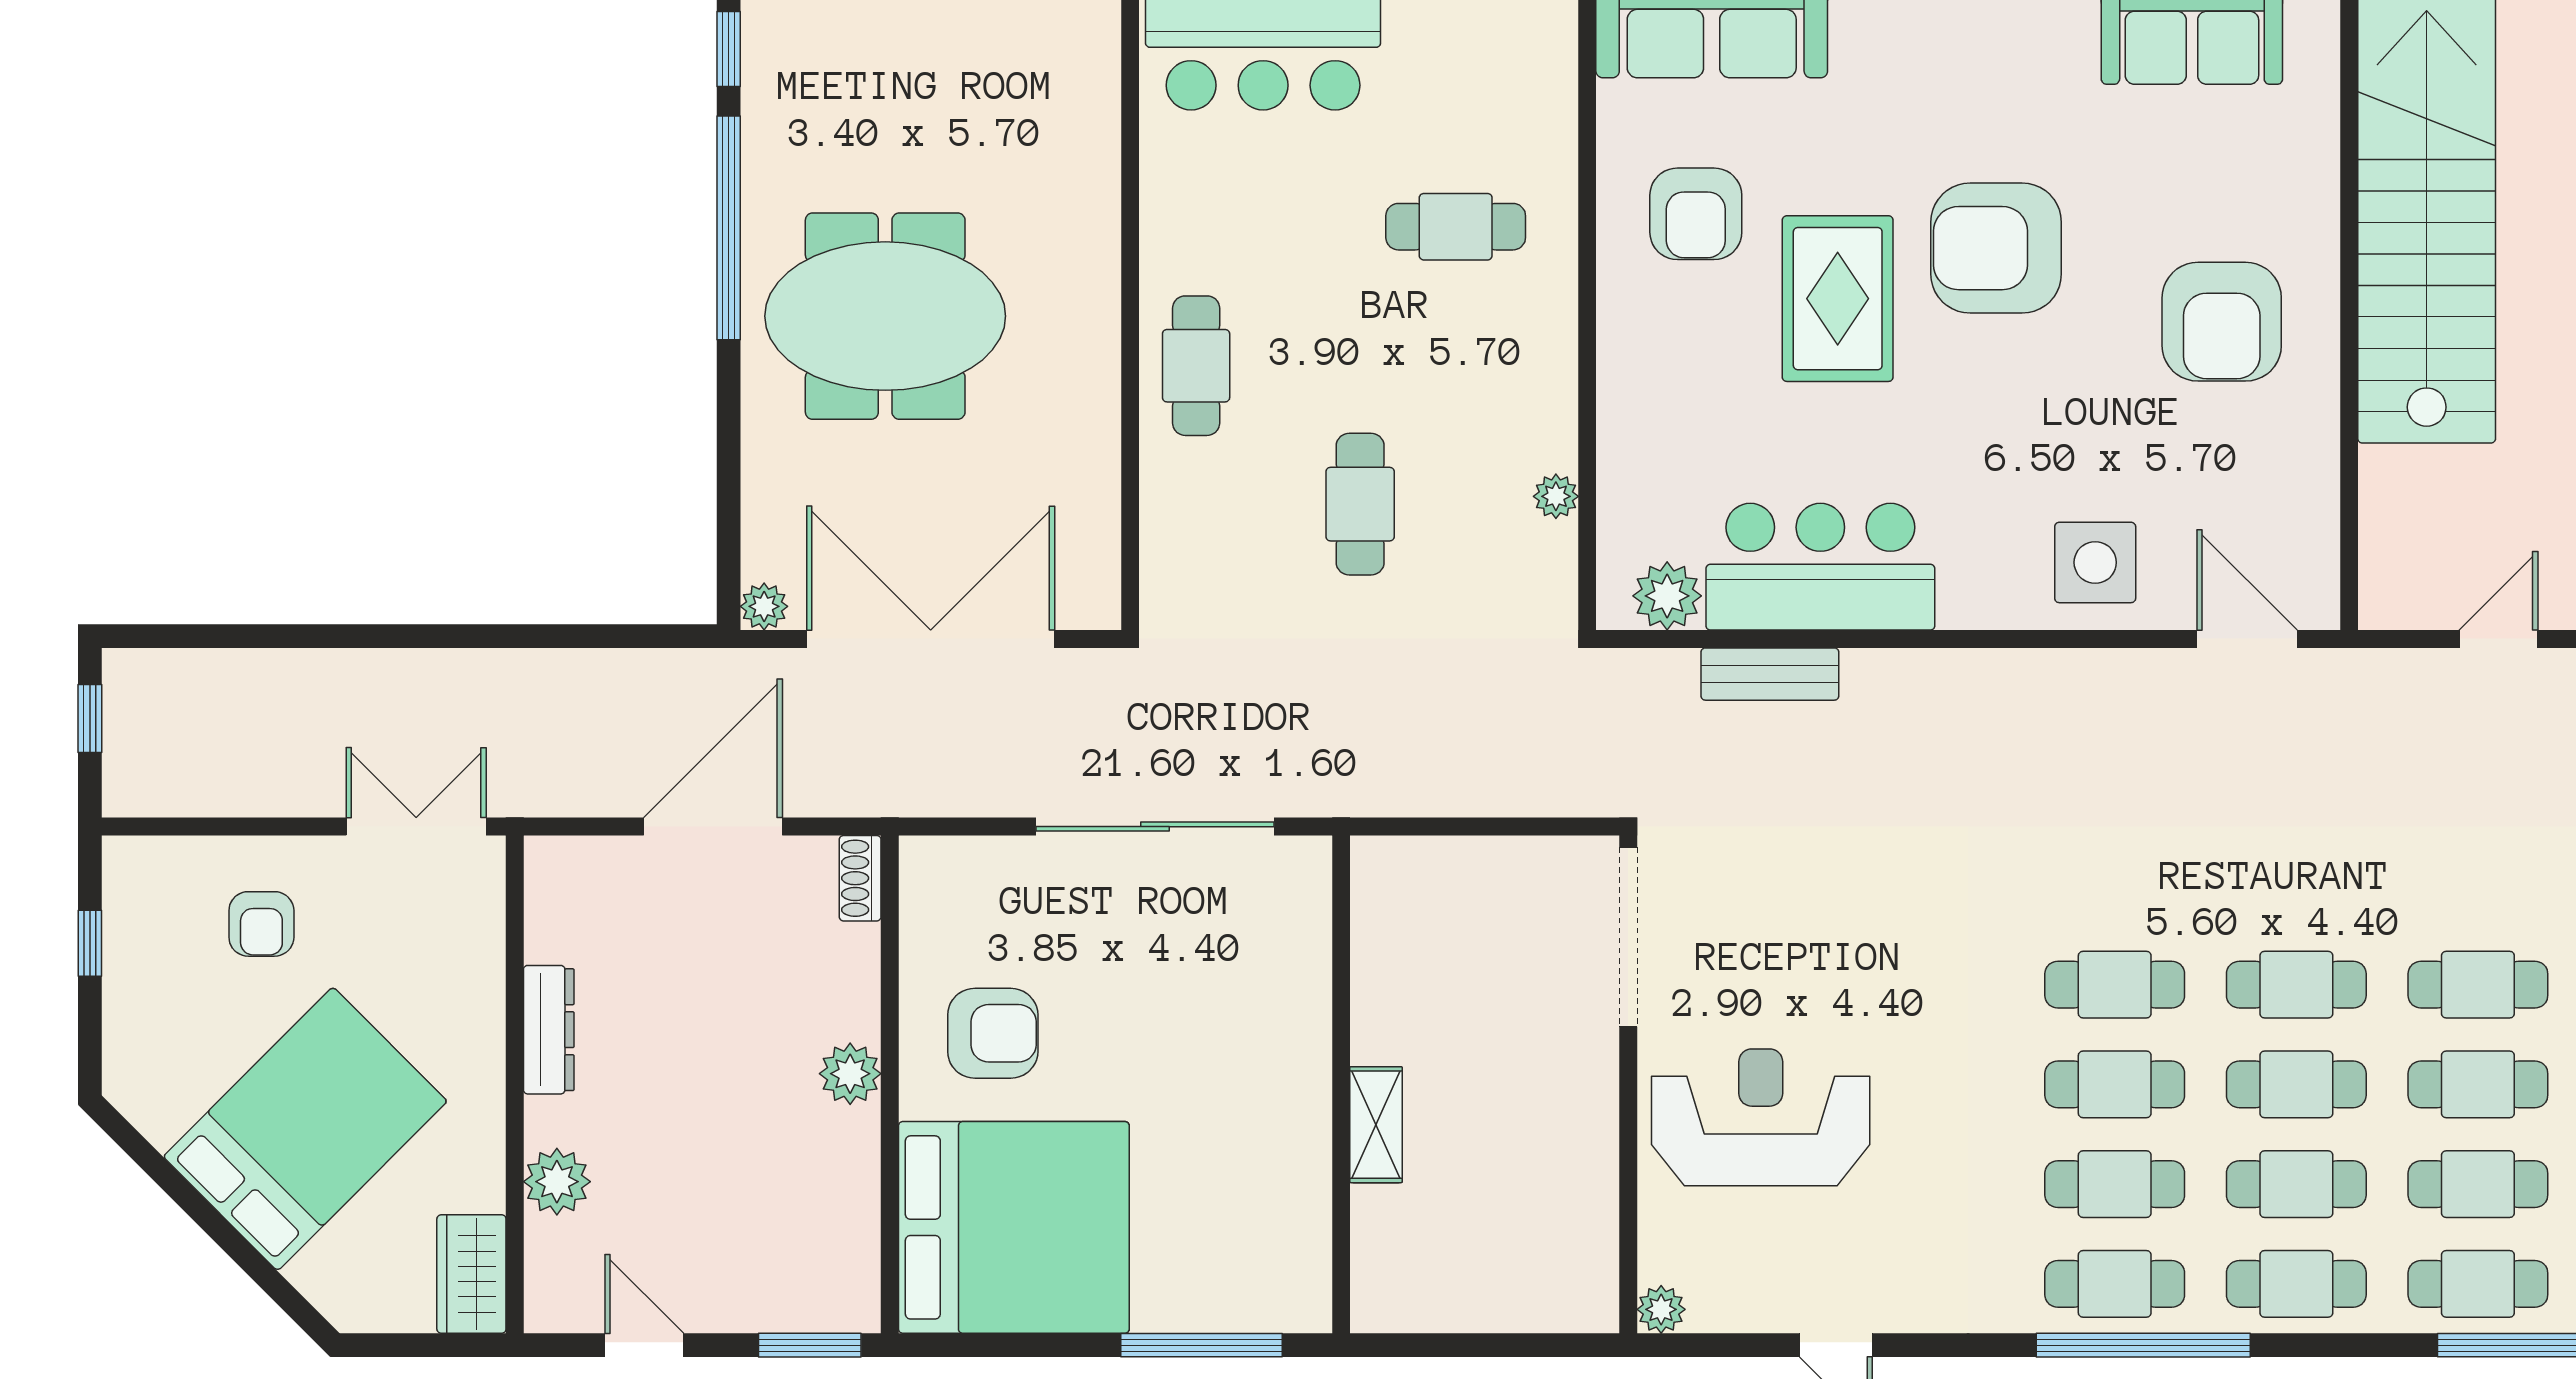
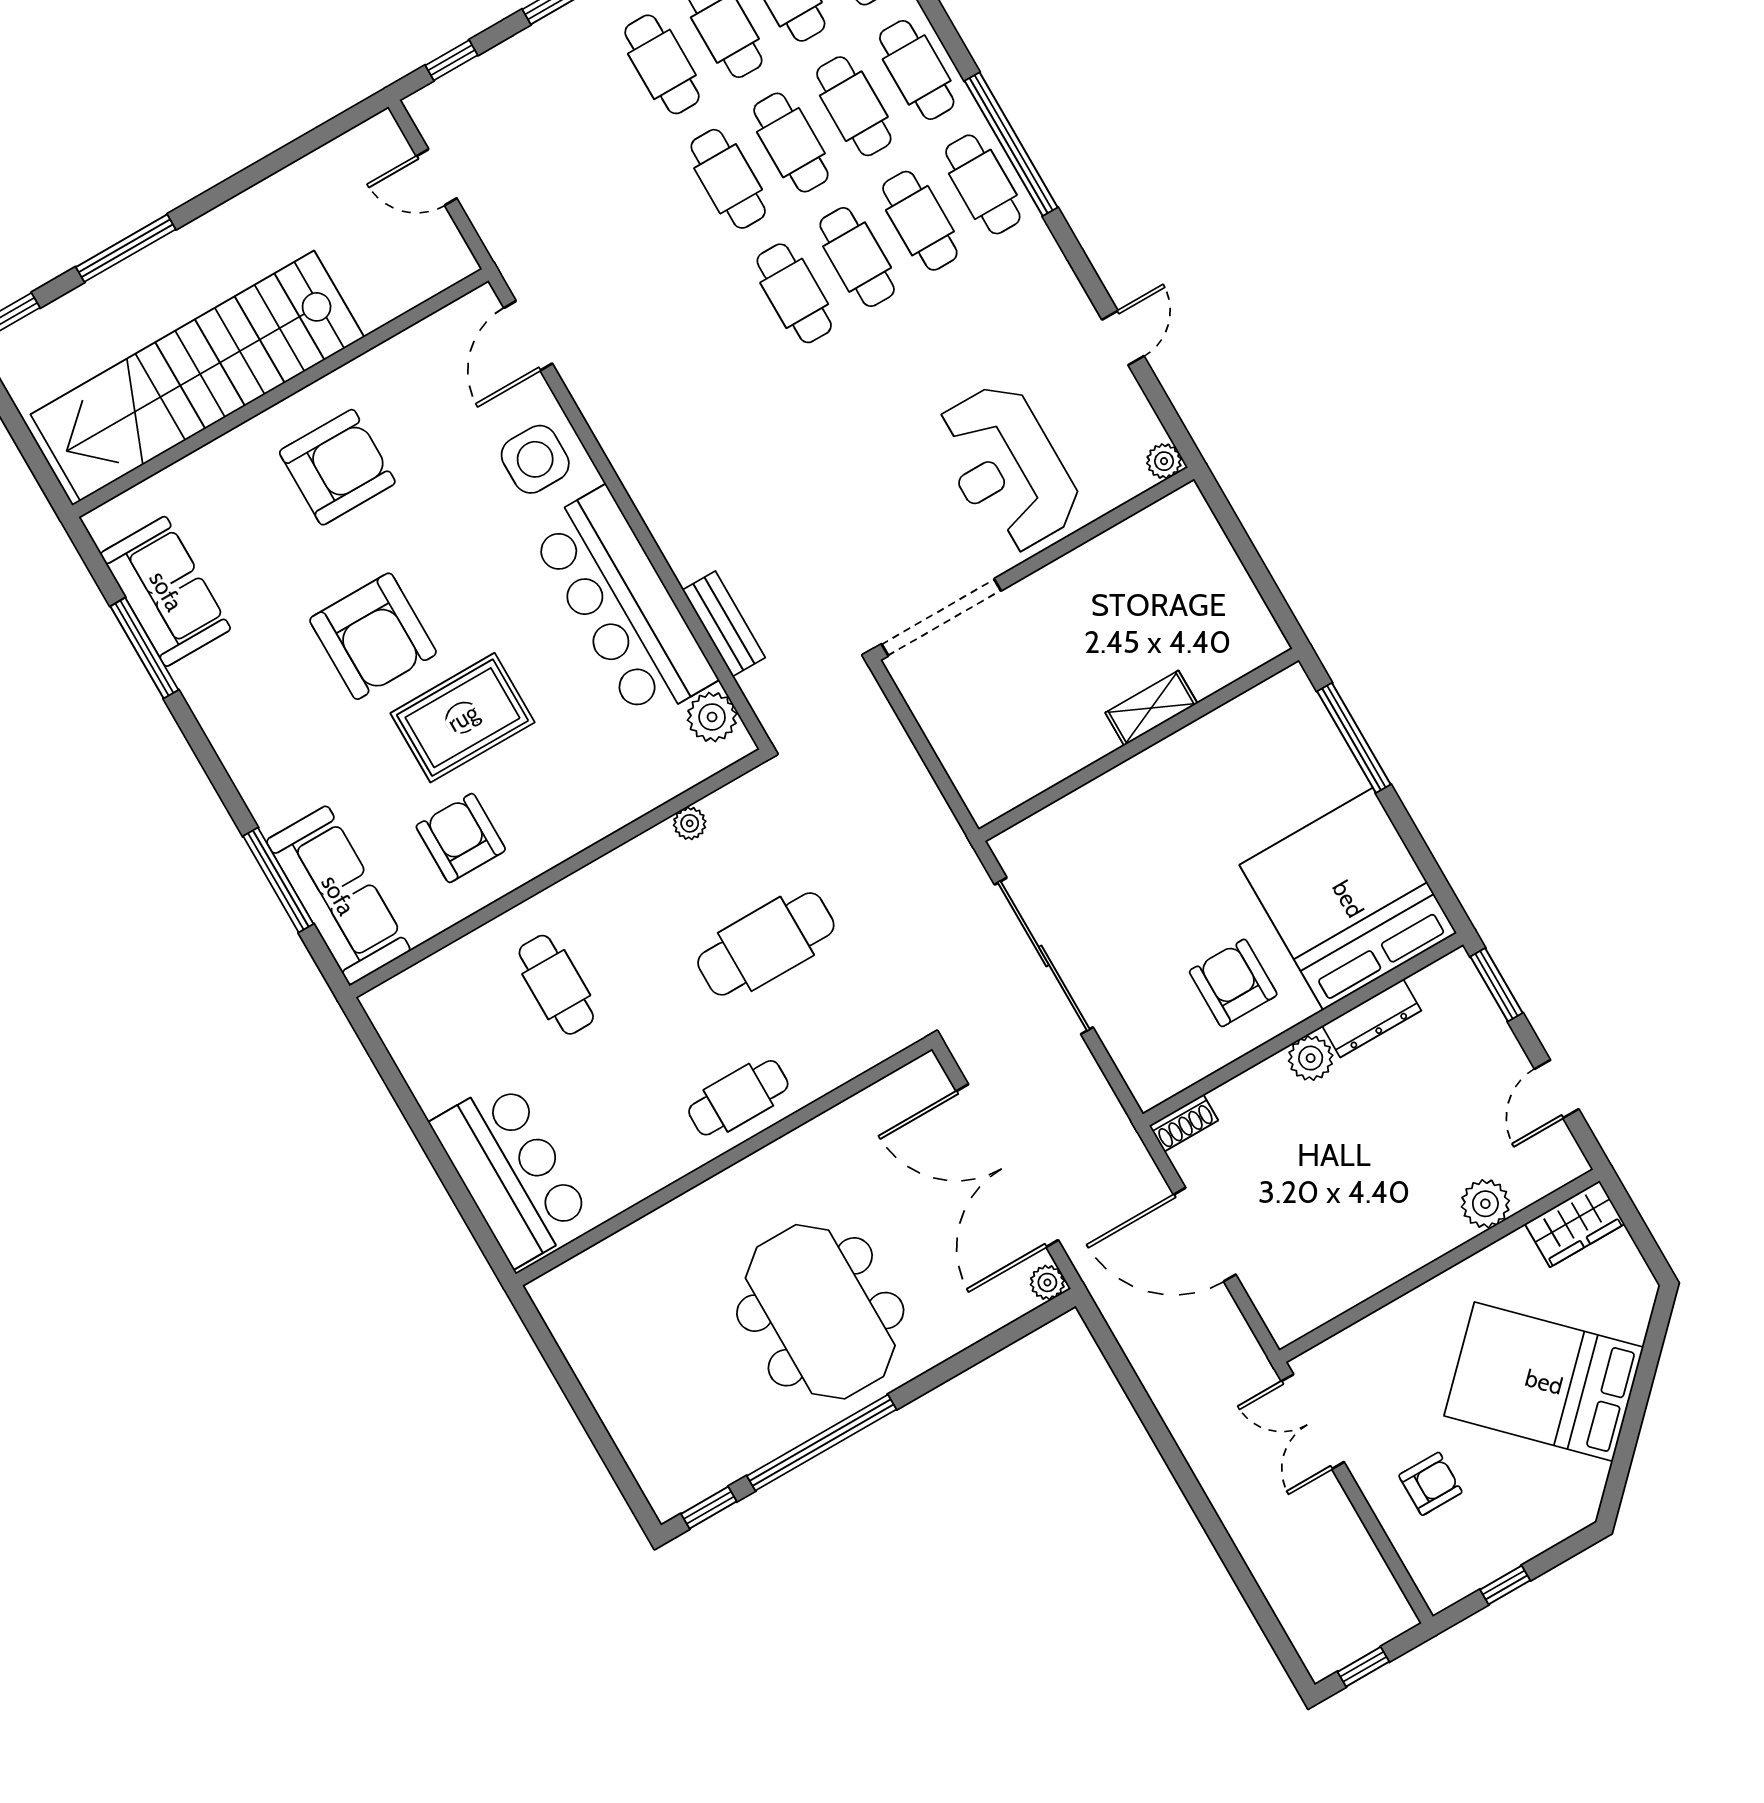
armchair: (1696, 214) -> (461, 838), turned -90
cafe table: (1360, 504) -> (766, 944), width x1.37, depth x1.35
bar counter: (1820, 567) -> (623, 605), width x1.36
dresser: (549, 1030) -> (1372, 1018), moved, turned 180

